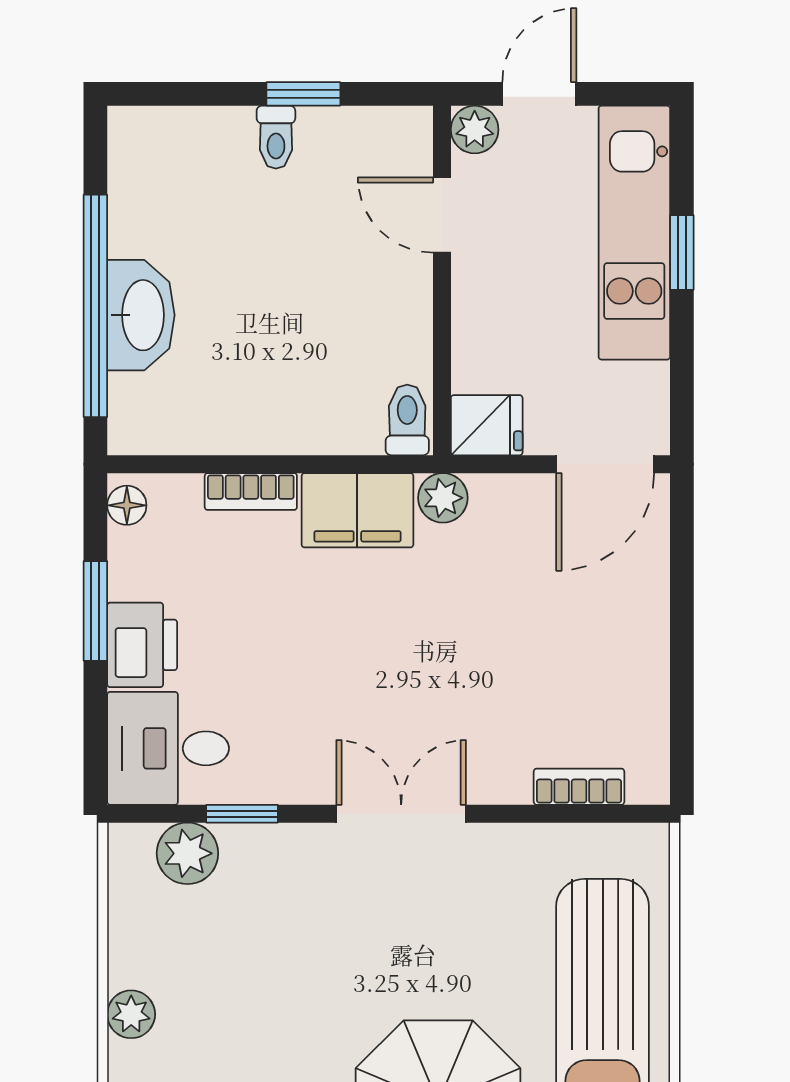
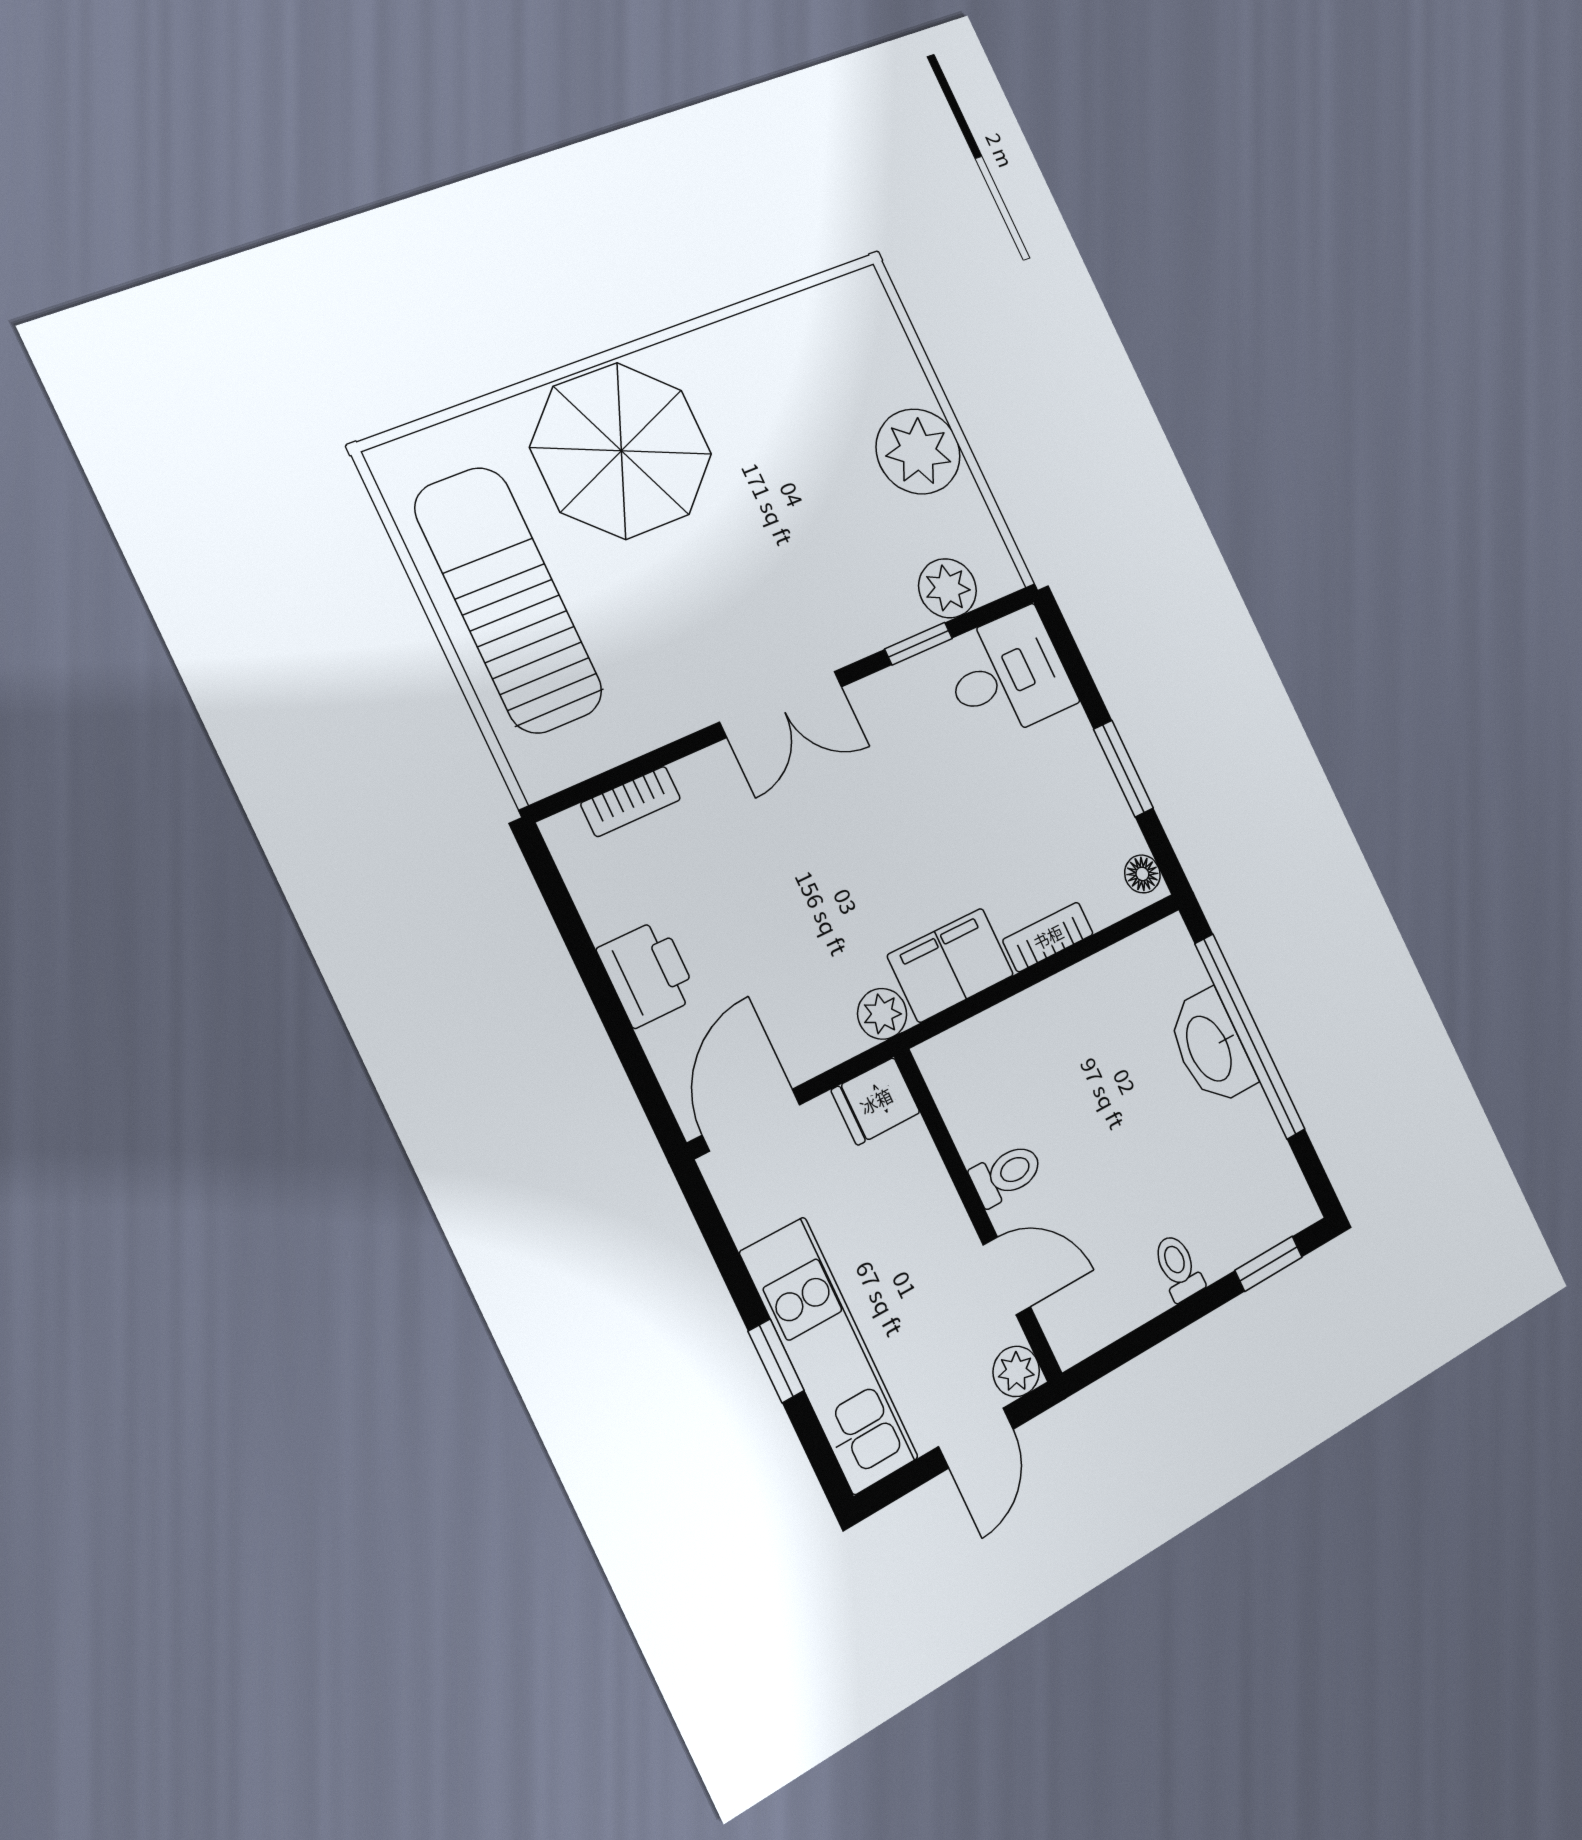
window: (303, 94) -> (1269, 1264), moved
toilet: (407, 420) -> (1006, 1174), moved, turned -90
printer: (142, 645) -> (648, 973), moved, turned 180
plant: (131, 1014) -> (918, 451), width x1.87, depth x1.87

